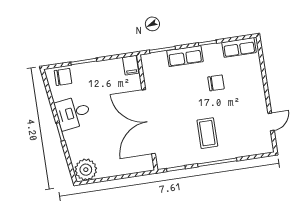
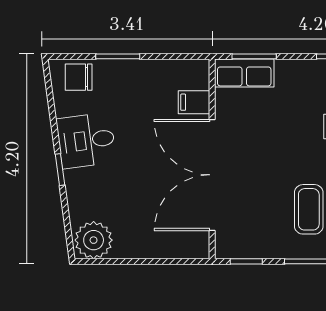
row of seats: (185, 56) -> (244, 73), moved
filing cabinet: (131, 65) -> (194, 102), moved, turned 90
chair: (63, 77) -> (79, 77), turned 180

